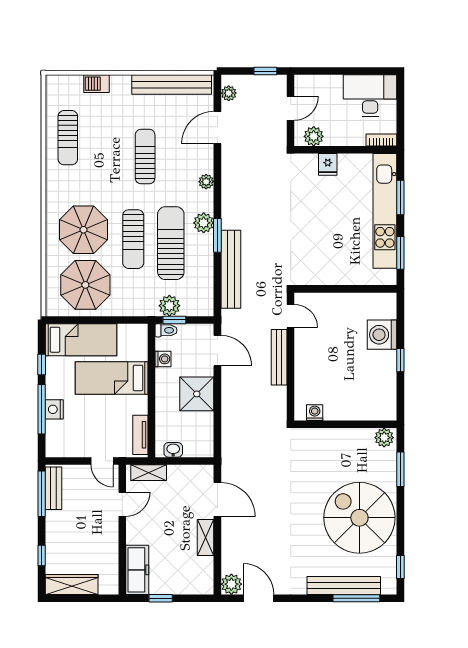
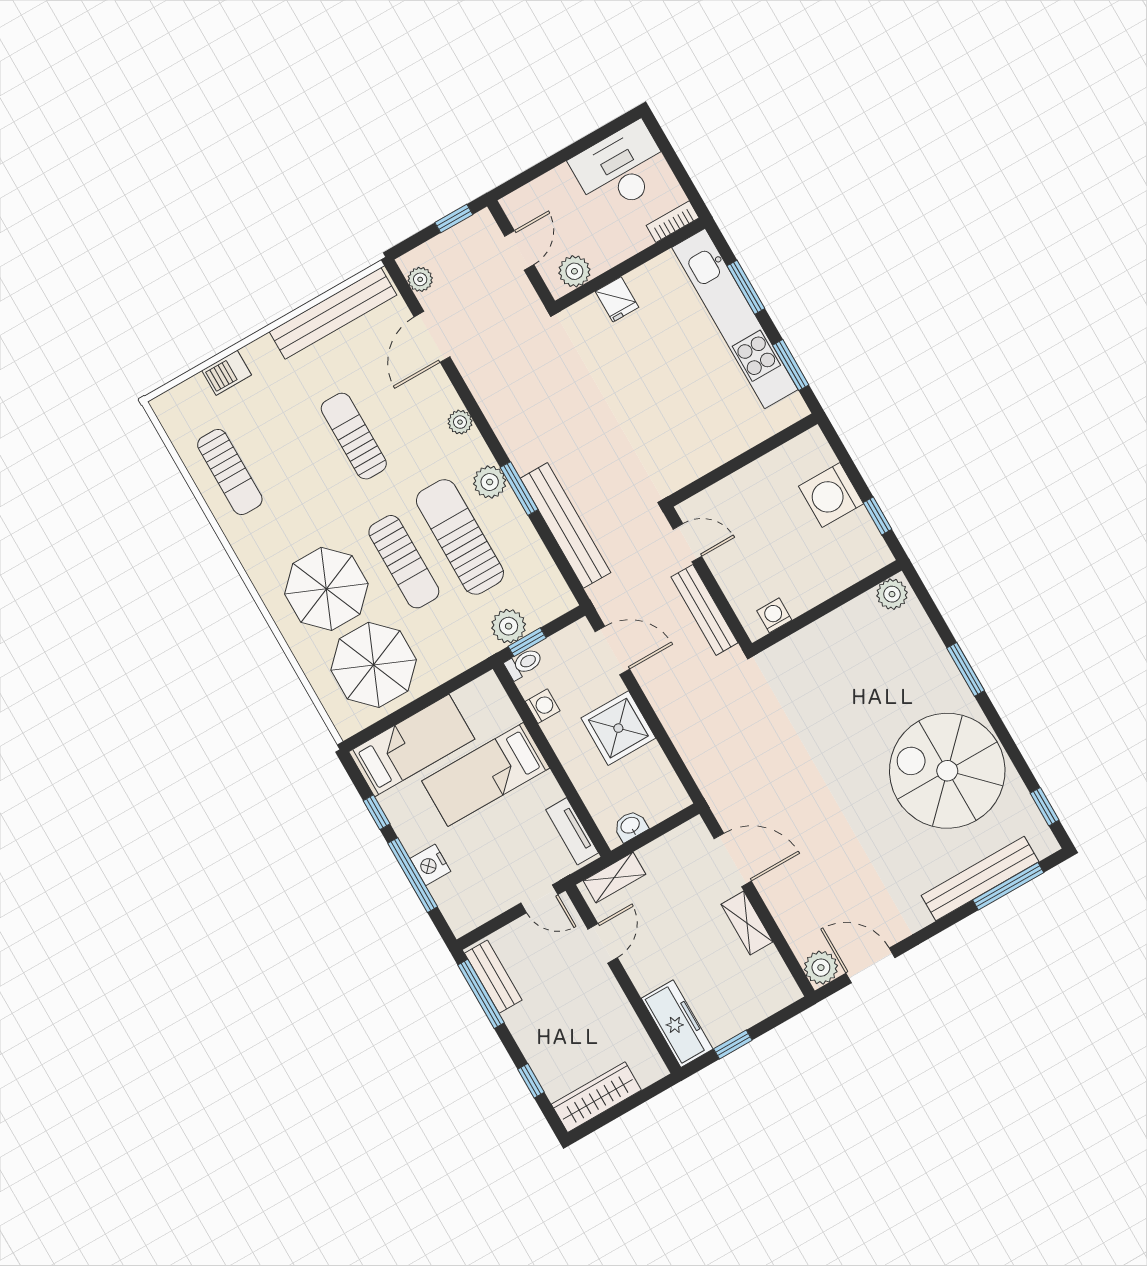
washing machine: (315, 413) -> (774, 615), moved
wall: (345, 424) -> (827, 607), moved
plant: (384, 438) -> (892, 594), moved

